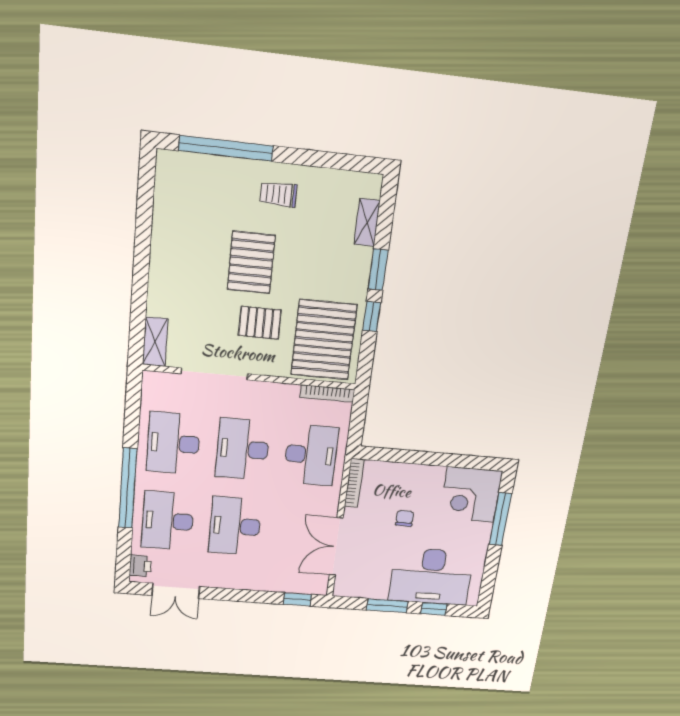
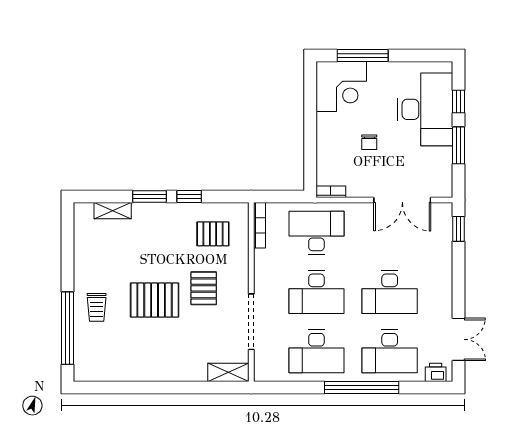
trolley: (278, 194) -> (97, 307), moved
pallet: (324, 340) -> (213, 234), width x0.49, depth x0.50
bookcase: (354, 483) -> (331, 192), width x0.64
chair: (405, 518) -> (369, 142), turned -90

